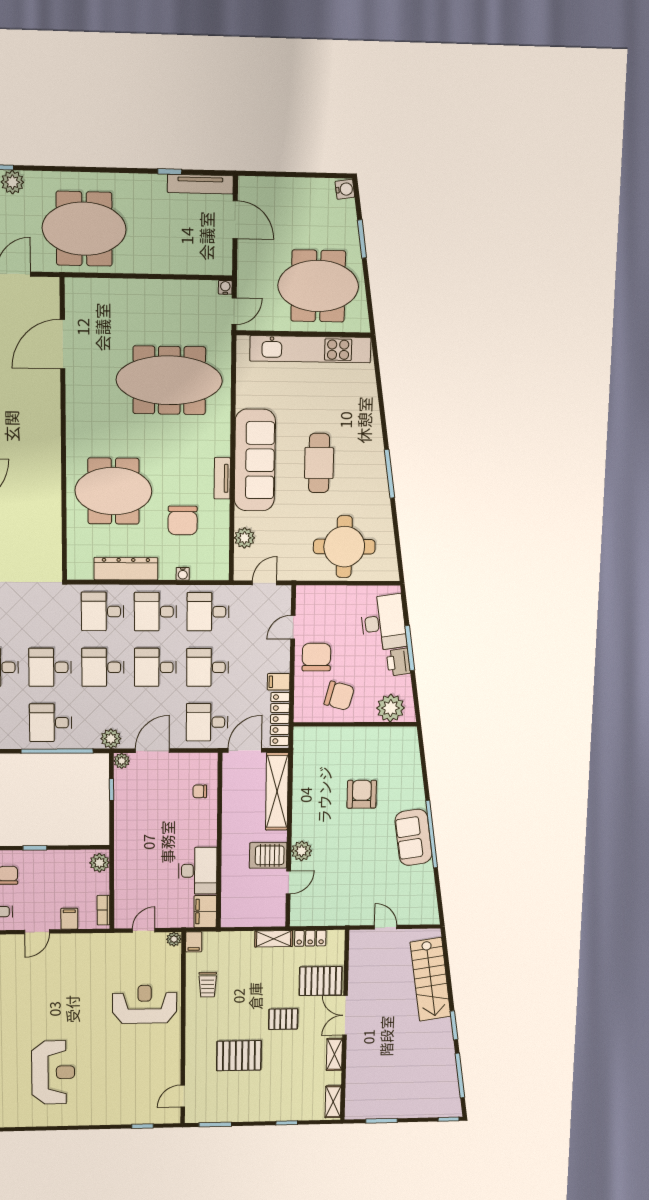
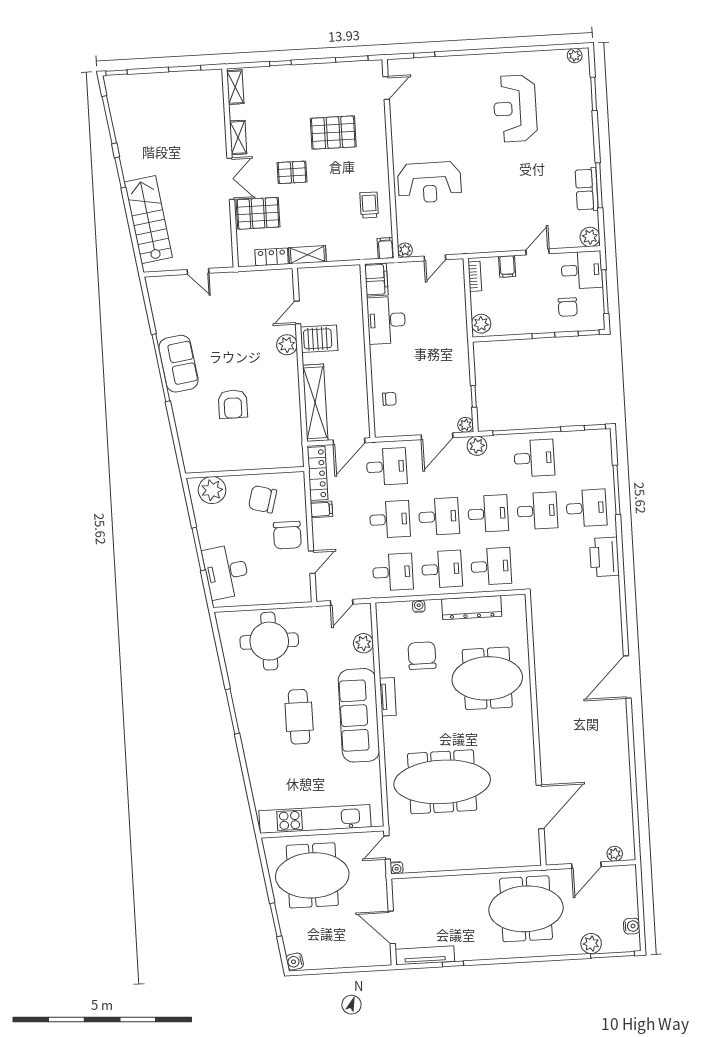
printer: (398, 662) -> (208, 535), removed

